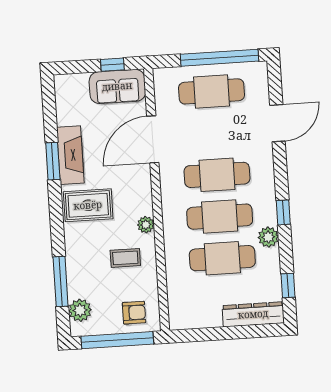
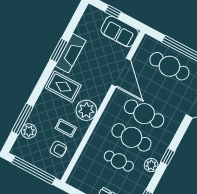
window: (112, 65) -> (113, 12), moved
door: (153, 139) -> (121, 72), swing flipped
plant: (146, 225) -> (86, 110), width x1.88, depth x1.88
cafe table: (222, 258) -> (119, 161), width x0.73, depth x0.74
plant: (80, 310) -> (29, 131), moved
armchair: (134, 313) -> (58, 149), moved

